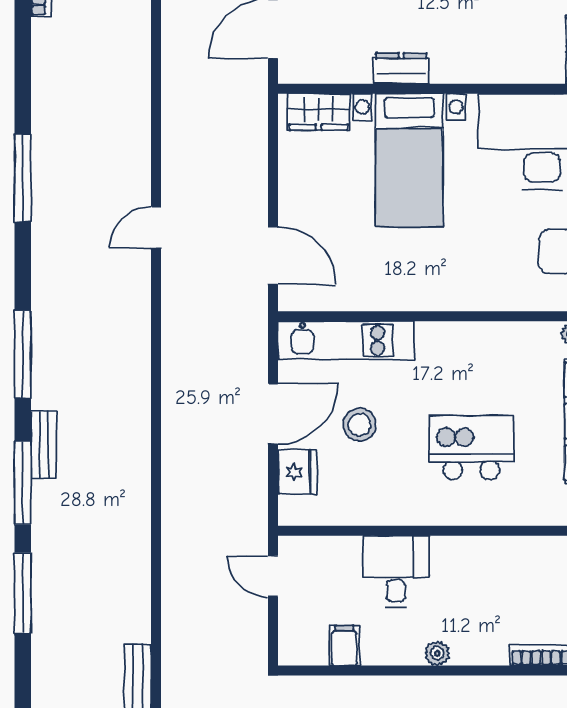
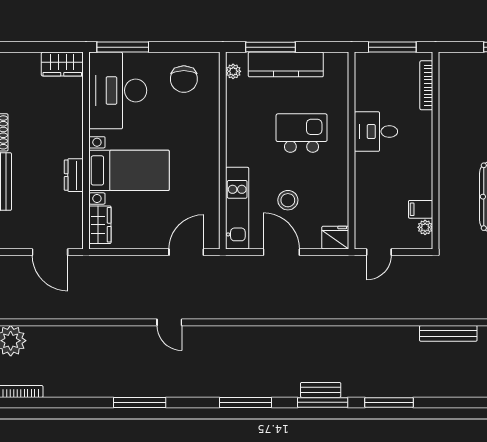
bench: (44, 445) -> (321, 390), moved
kitchen island: (471, 448) -> (302, 133), turned 90
fridge: (297, 472) -> (335, 238), moved
desk: (396, 571) -> (376, 132), moved
plant: (437, 653) -> (425, 227), moved

